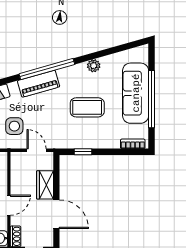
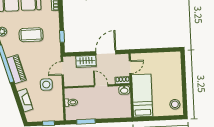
coffee table: (87, 107) -> (31, 35), turned 90

